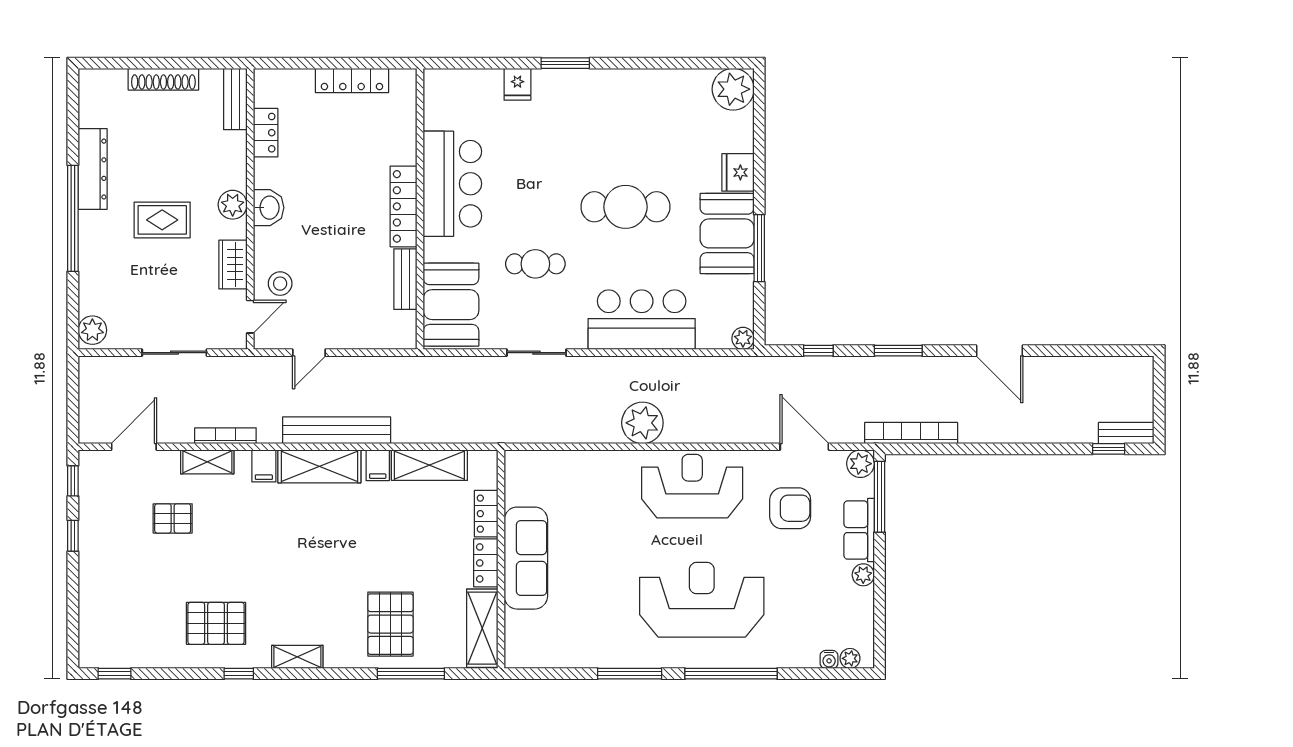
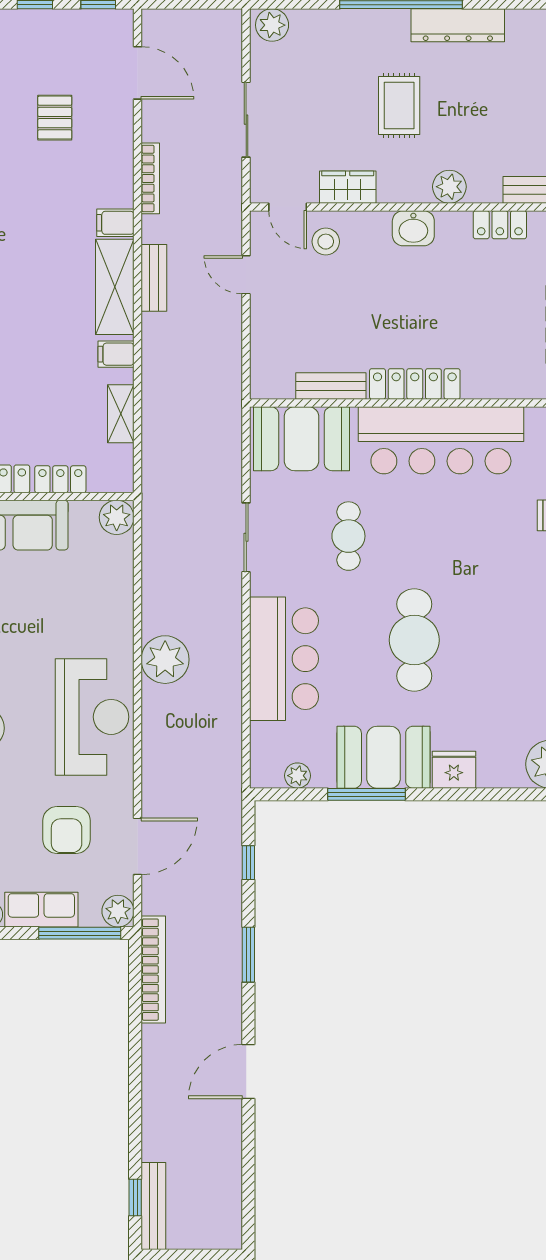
bar counter: (452, 184) -> (441, 440), width x1.36
plant: (233, 205) -> (449, 187), moved
plant: (743, 338) -> (297, 776), moved
bench: (337, 430) -> (154, 278), width x0.54, depth x0.82
bench: (1126, 433) -> (153, 1206), width x1.36
shelving: (207, 462) -> (120, 158), removed
shelving: (429, 465) -> (121, 414), width x0.67, depth x0.75
plant: (519, 465) -> (117, 517), added

